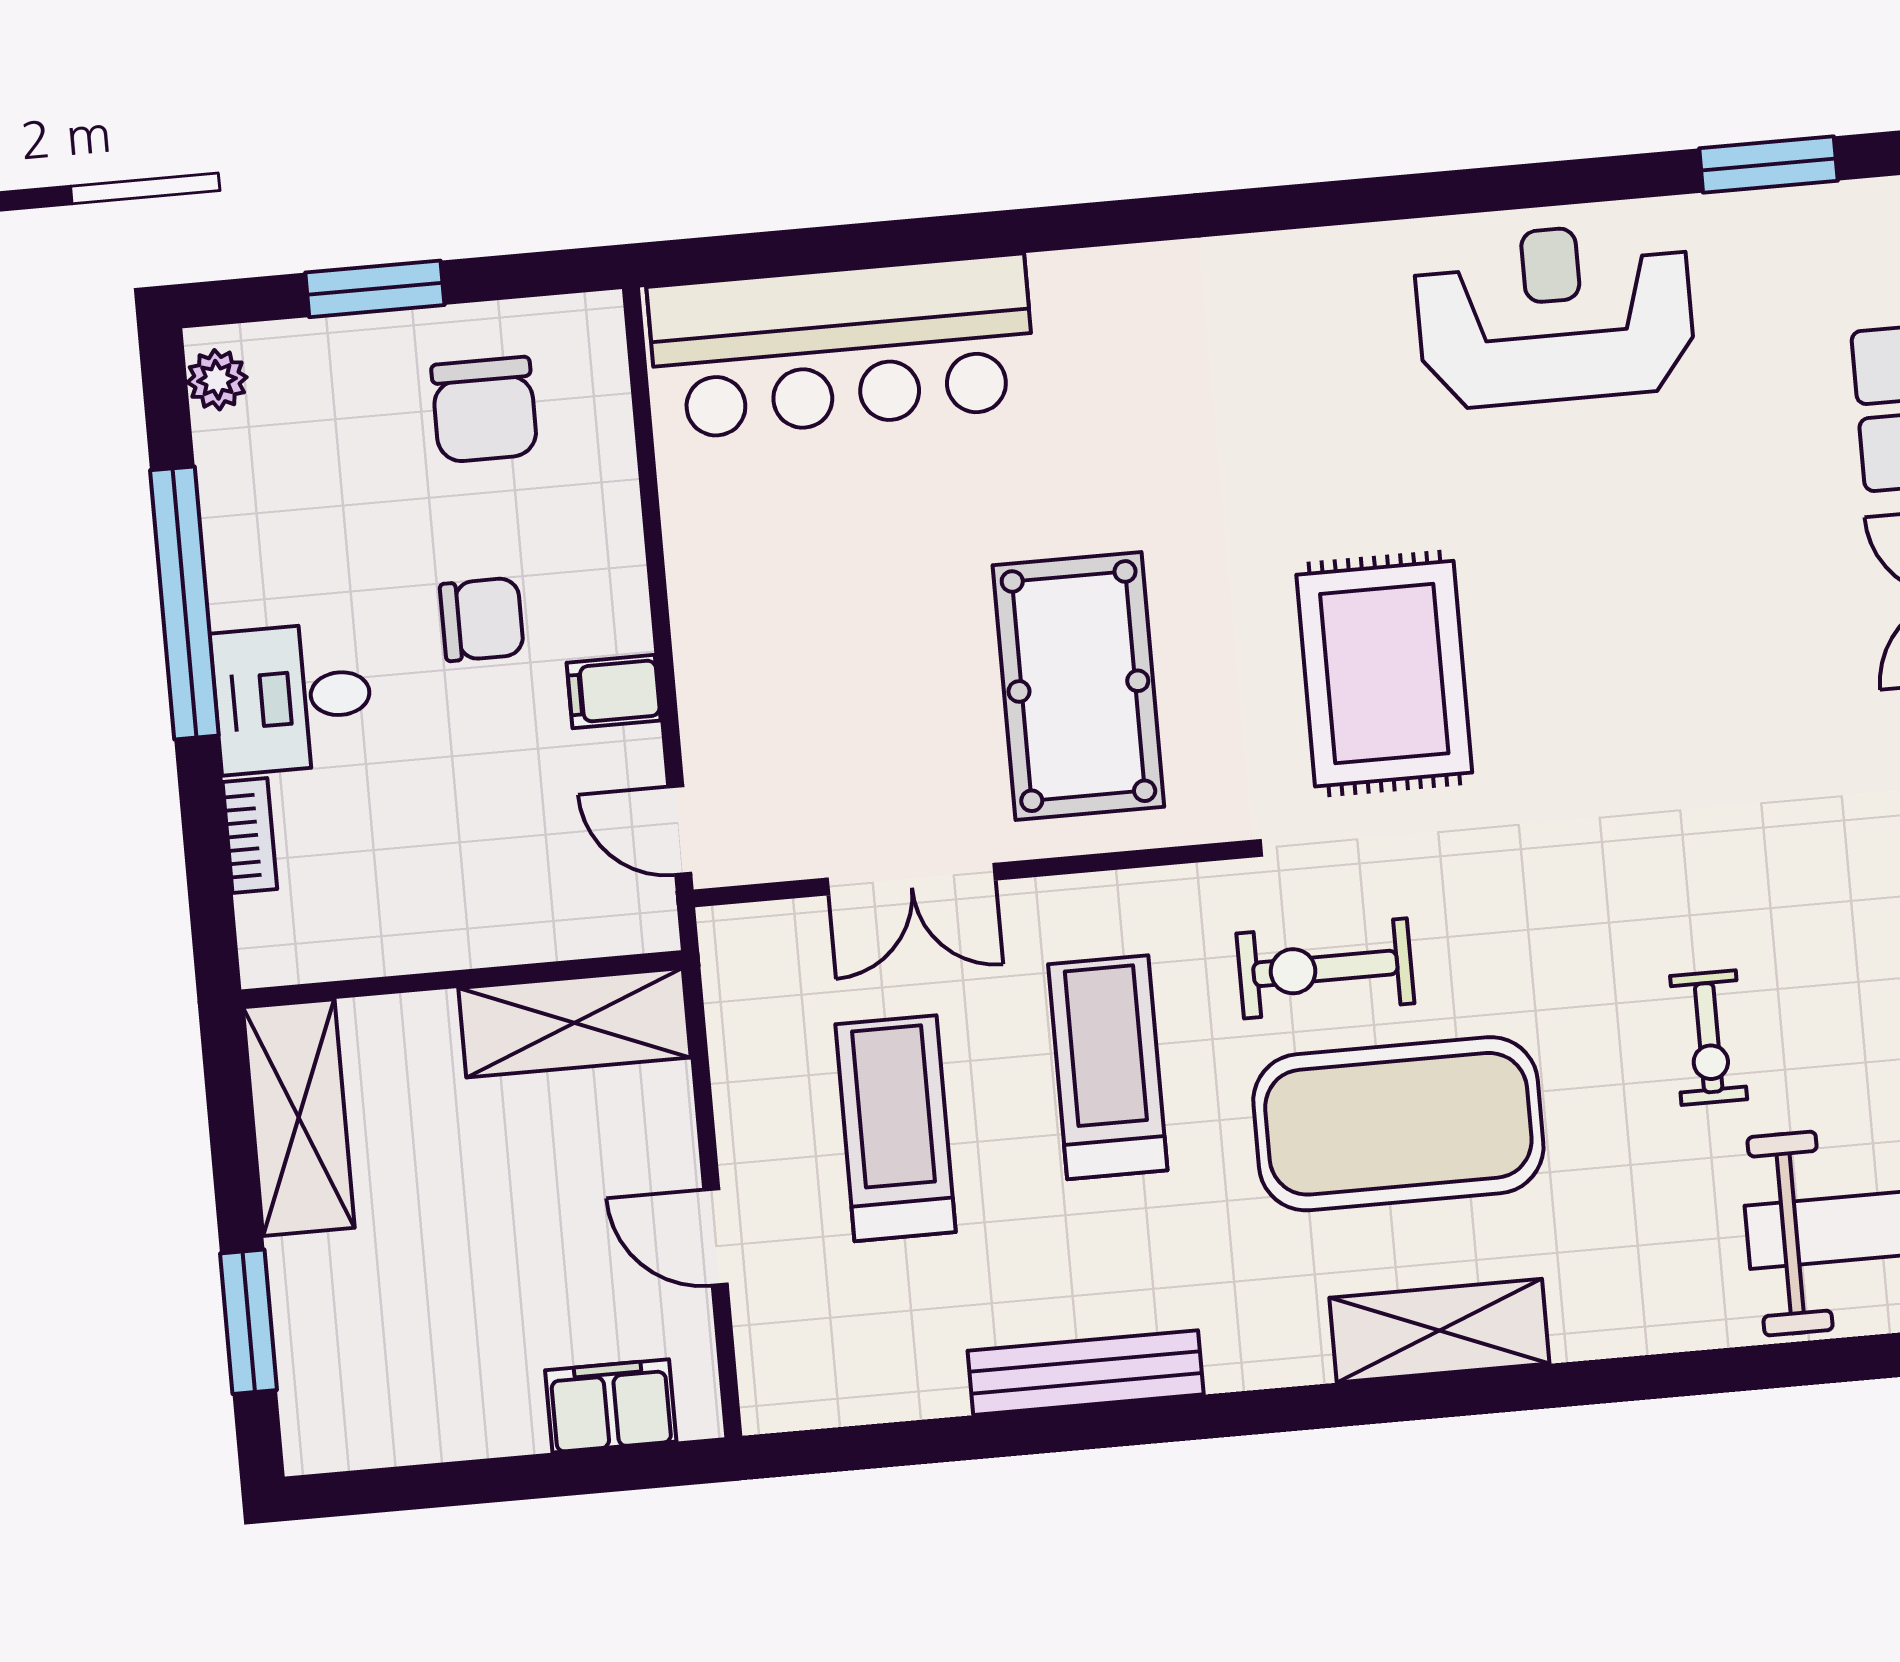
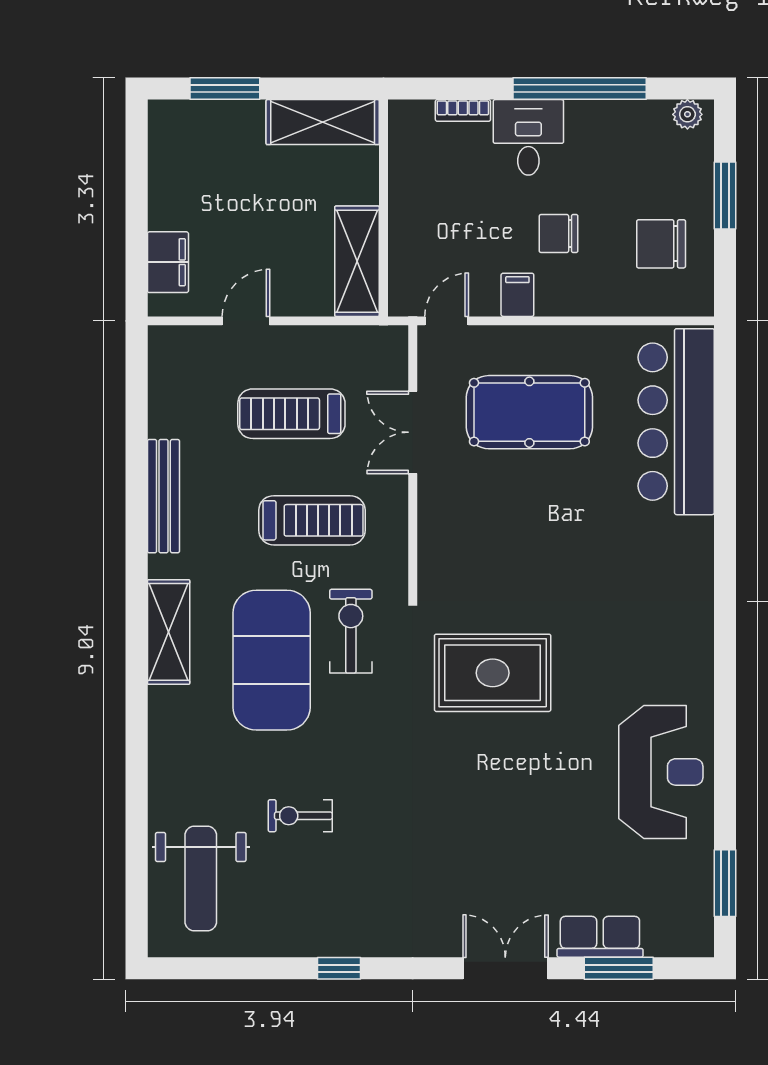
chair: (482, 619) -> (559, 233), turned 90
pool table: (1078, 686) -> (529, 412), moved
treadmill: (896, 1128) -> (291, 414), turned 180
shelving: (1439, 1331) -> (169, 632), moved

